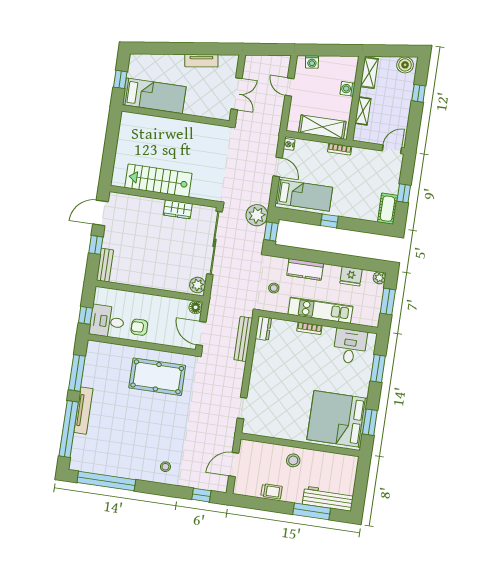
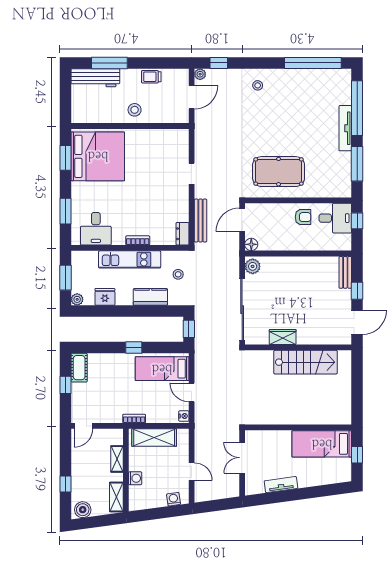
plant: (257, 215) -> (200, 74), moved, width x0.53, depth x0.53
door: (201, 334) -> (242, 220), swing flipped
doorway: (242, 408) -> (192, 174), moved

